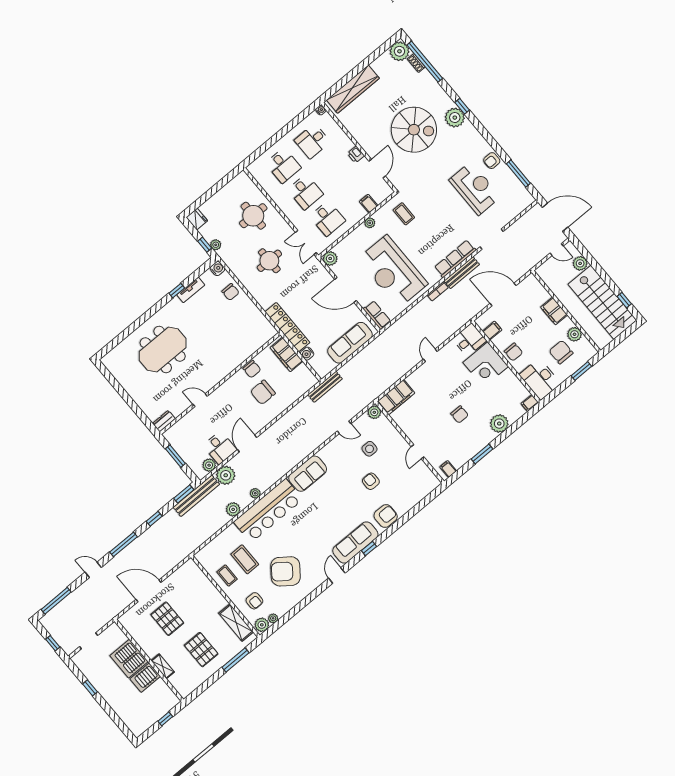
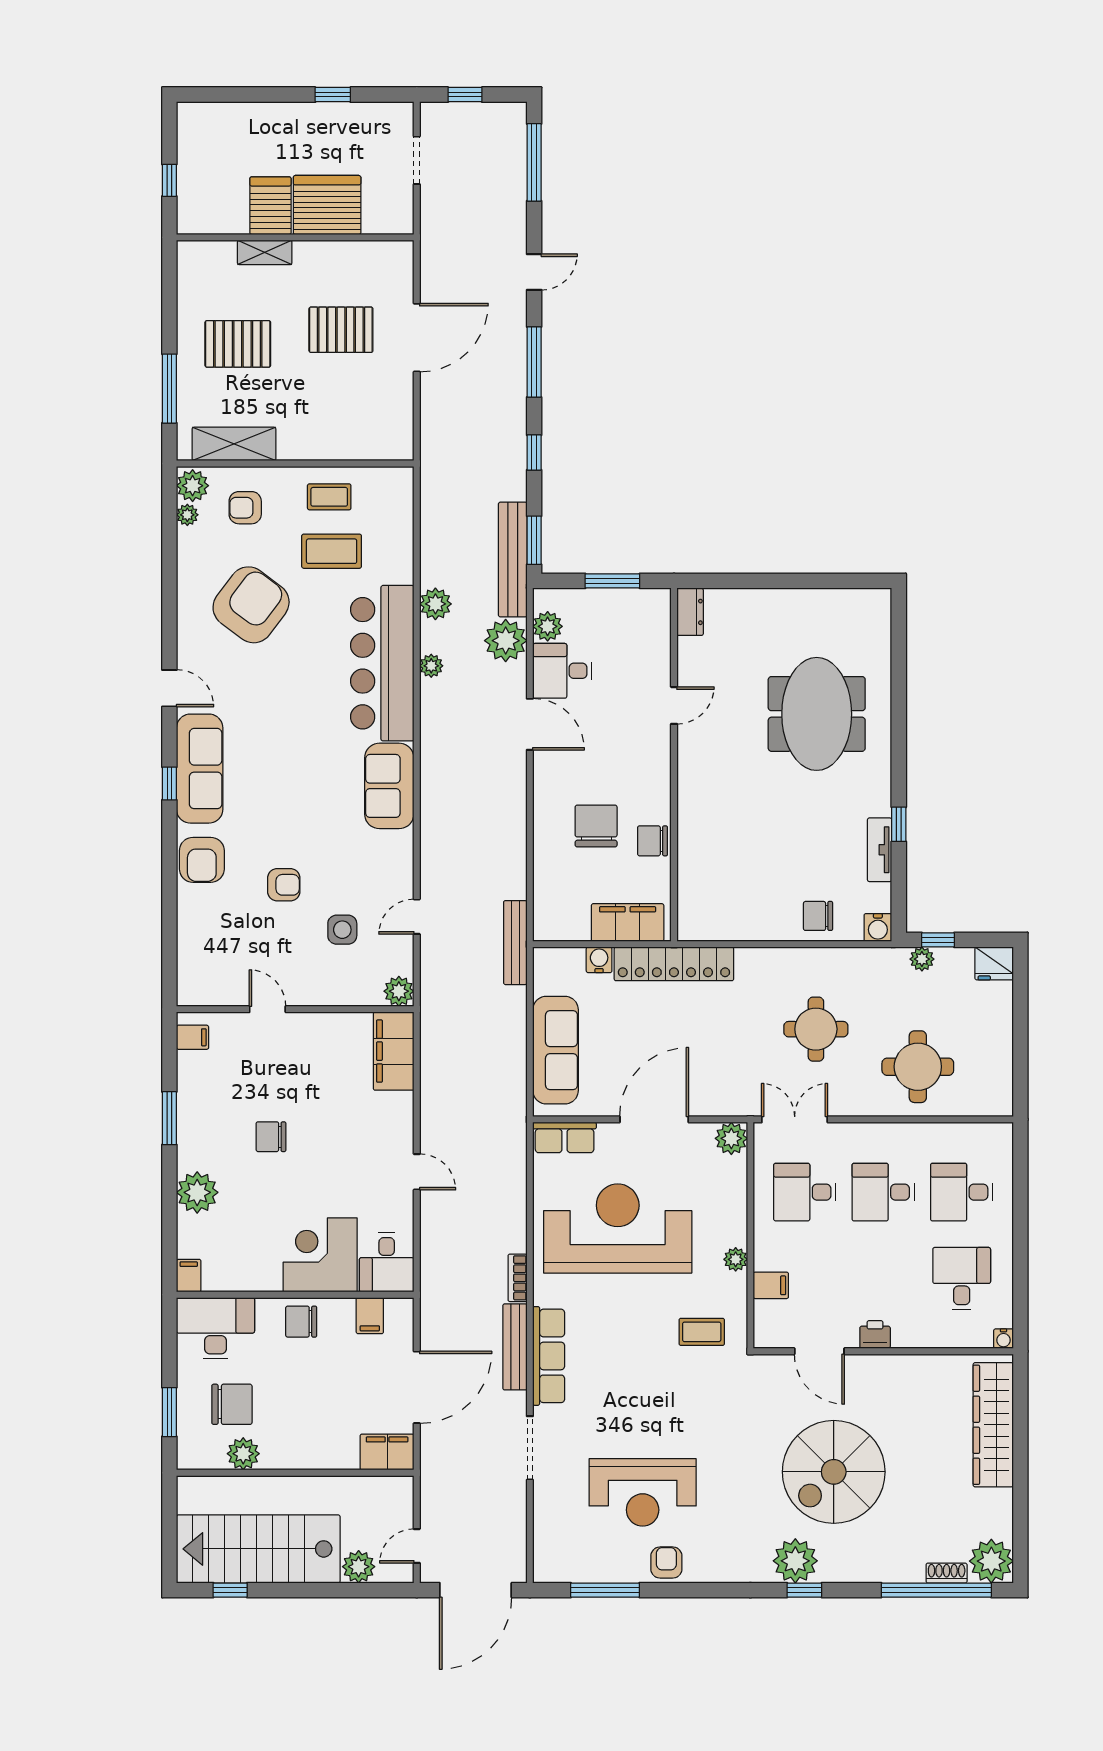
filing cabinet: (554, 311) -> (387, 1452), moved

